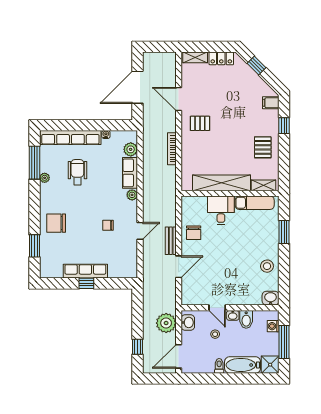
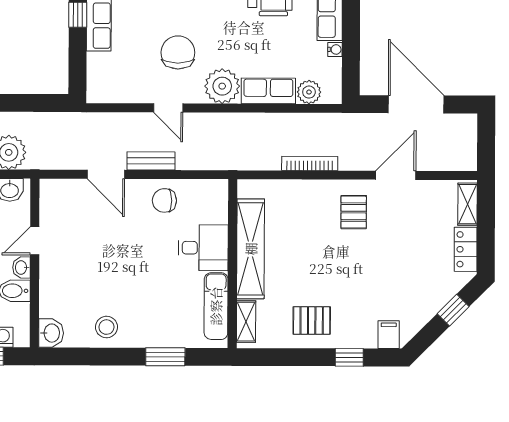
plant: (132, 195) -> (222, 86), width x1.88, depth x1.88
chair: (108, 225) -> (178, 52), width x1.87, depth x1.87

